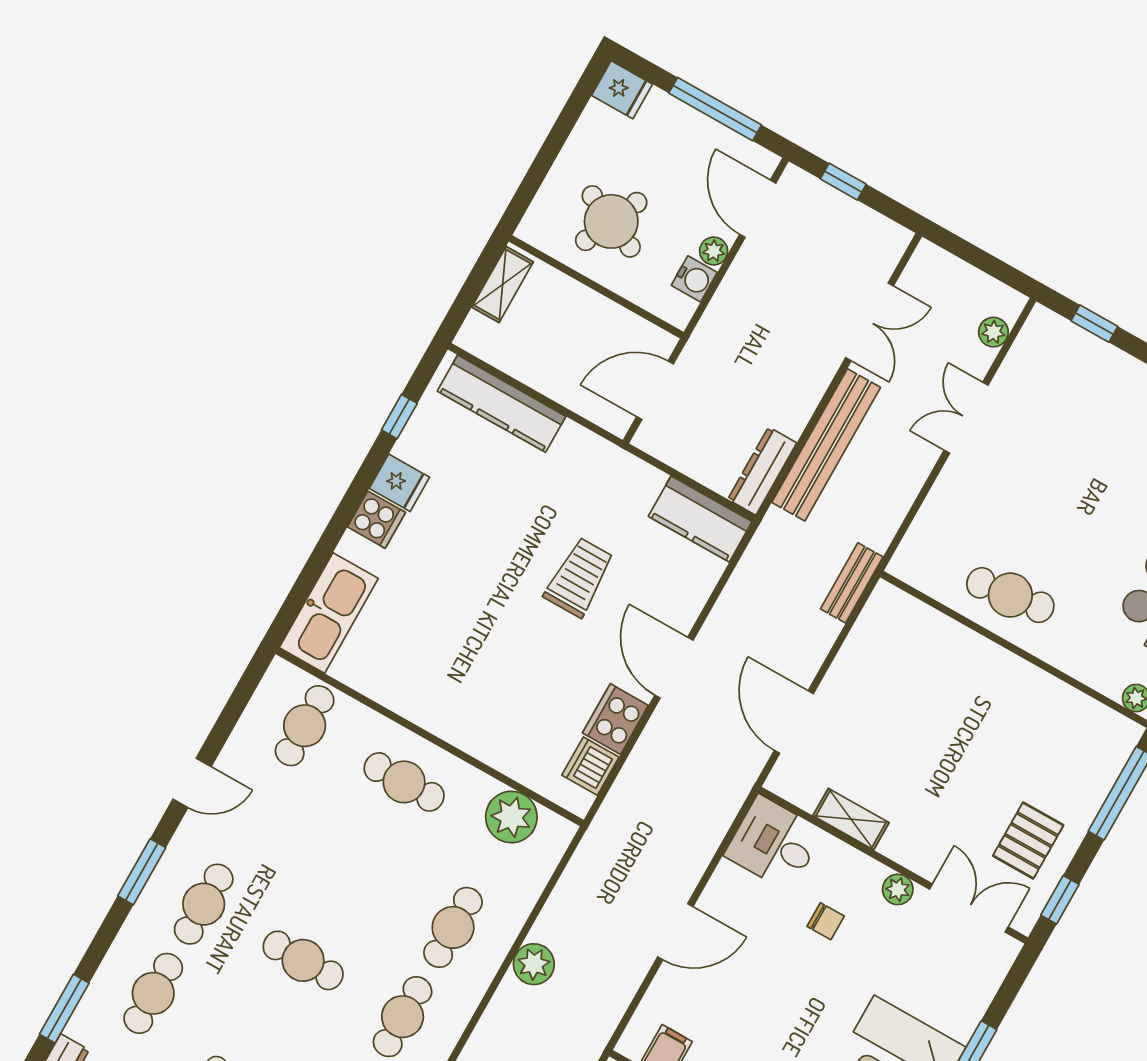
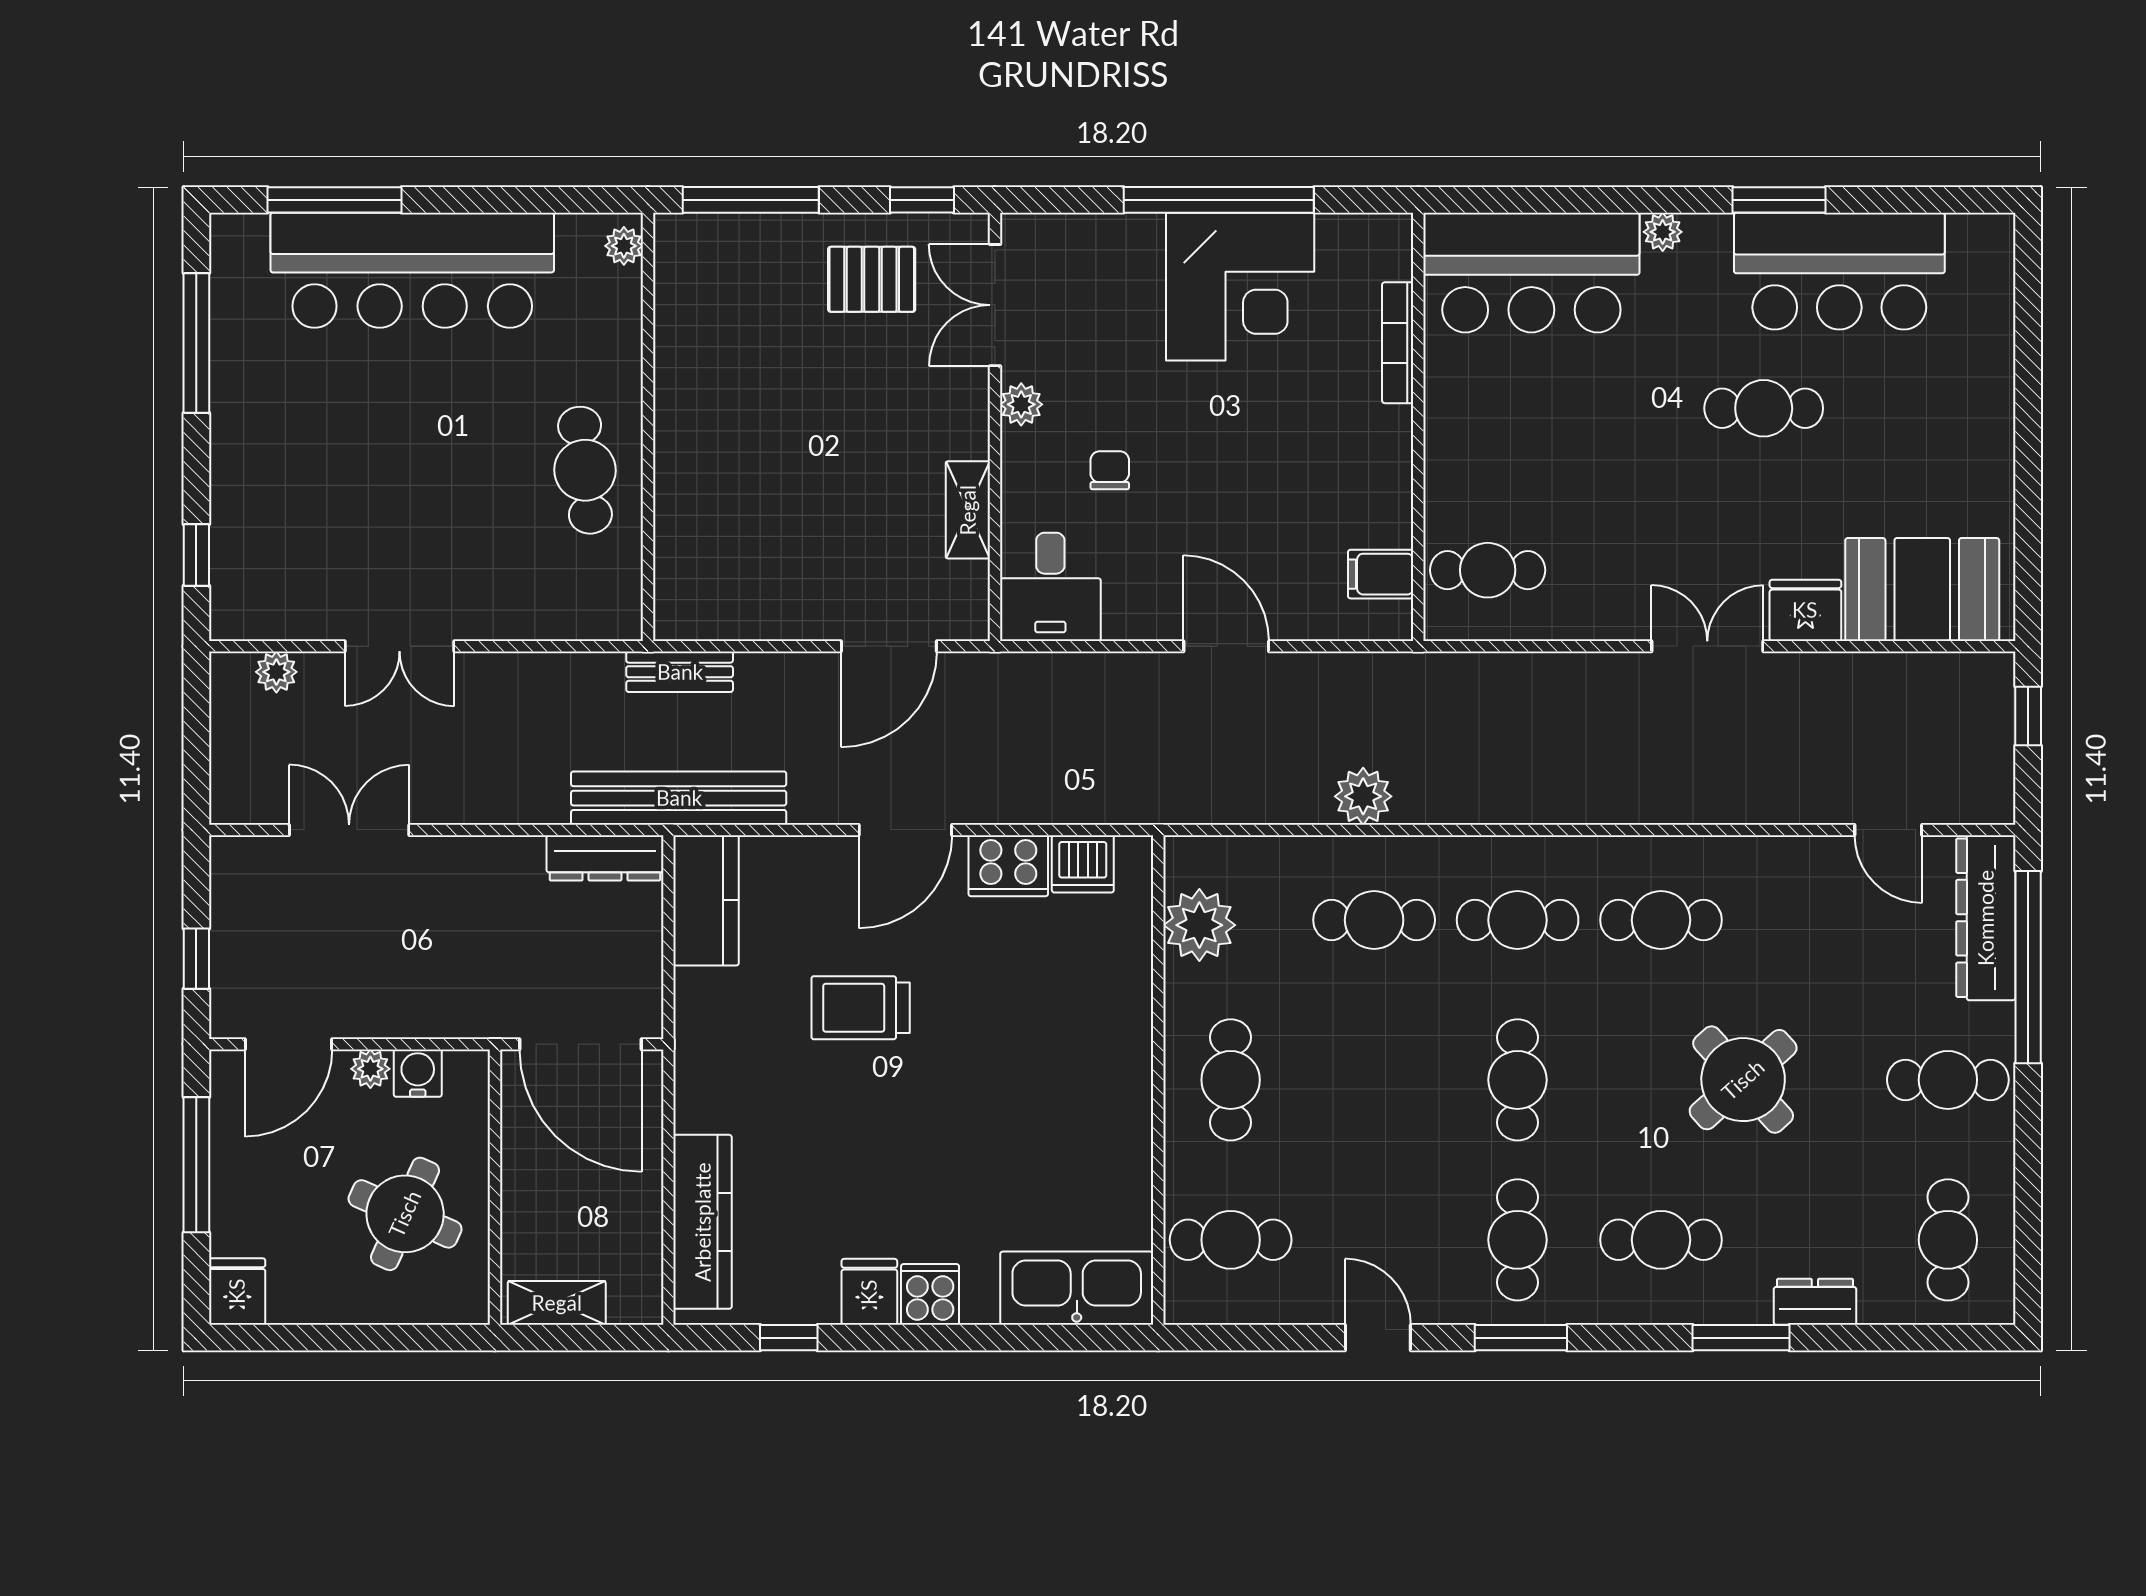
door: (655, 390) -> (580, 1044), width x1.36
bench: (826, 445) -> (679, 798), moved
cafe table: (204, 904) -> (1518, 1240), turned 90

